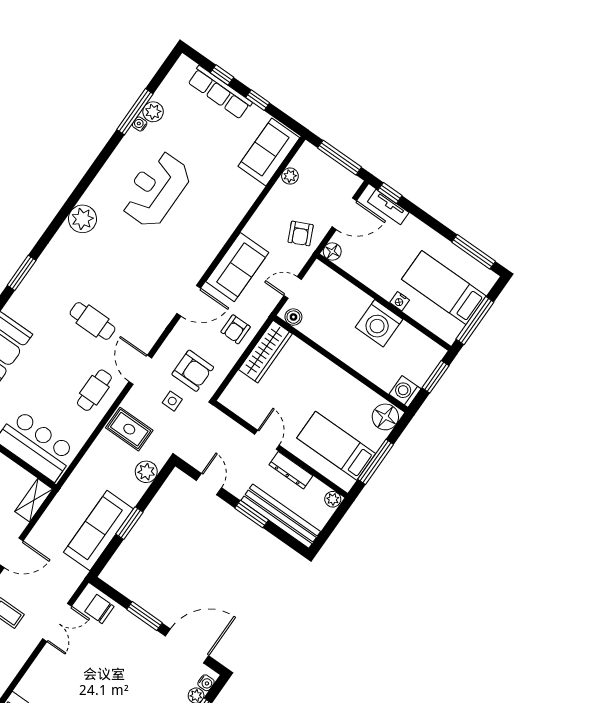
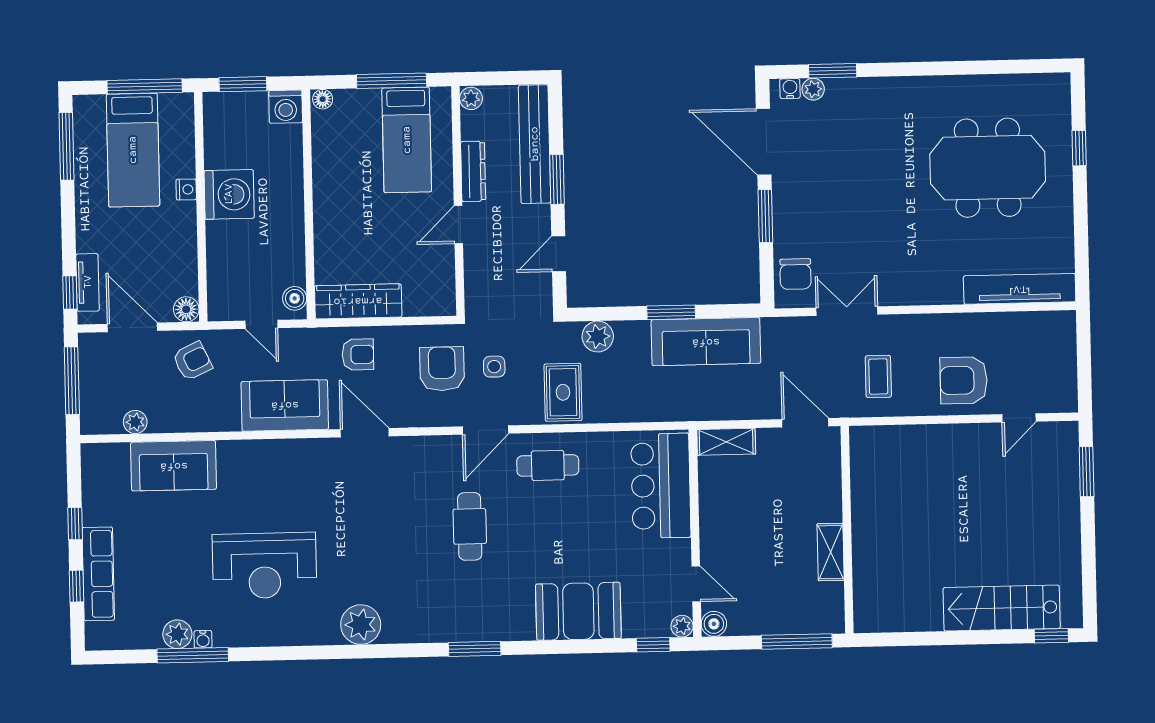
sofa: (269, 152) -> (174, 466), moved
floor lamp: (385, 417) -> (323, 99), width x0.53, depth x0.53

